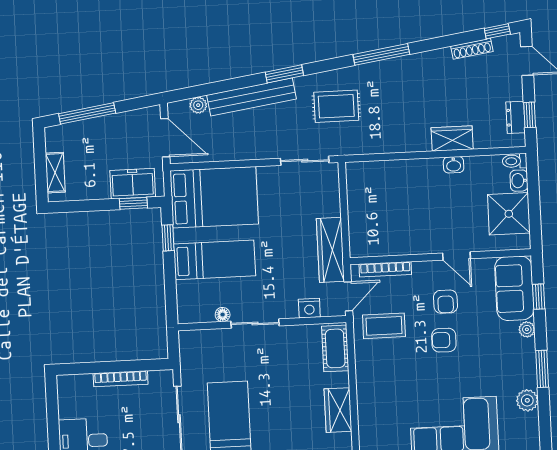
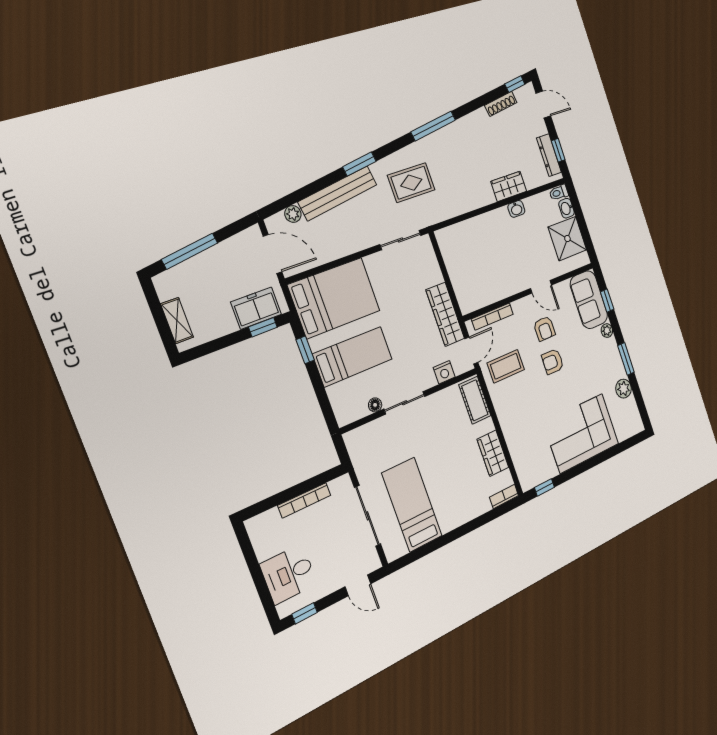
dresser: (516, 117) -> (549, 155), width x1.44

